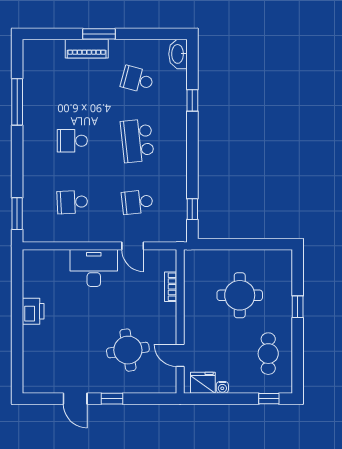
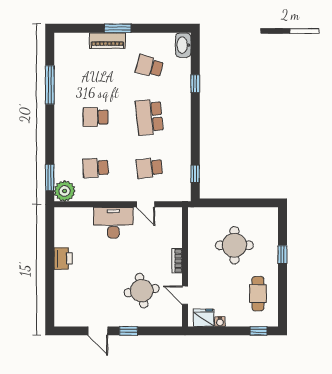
plant: (35, 230) -> (65, 191), added
bookcase: (171, 287) -> (177, 261), moved

